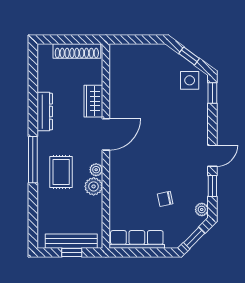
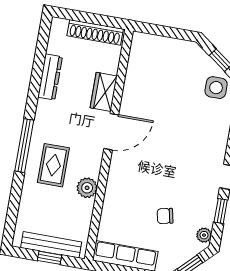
dresser: (45, 112) -> (50, 77), moved
plant: (96, 170) -> (93, 170), removed

